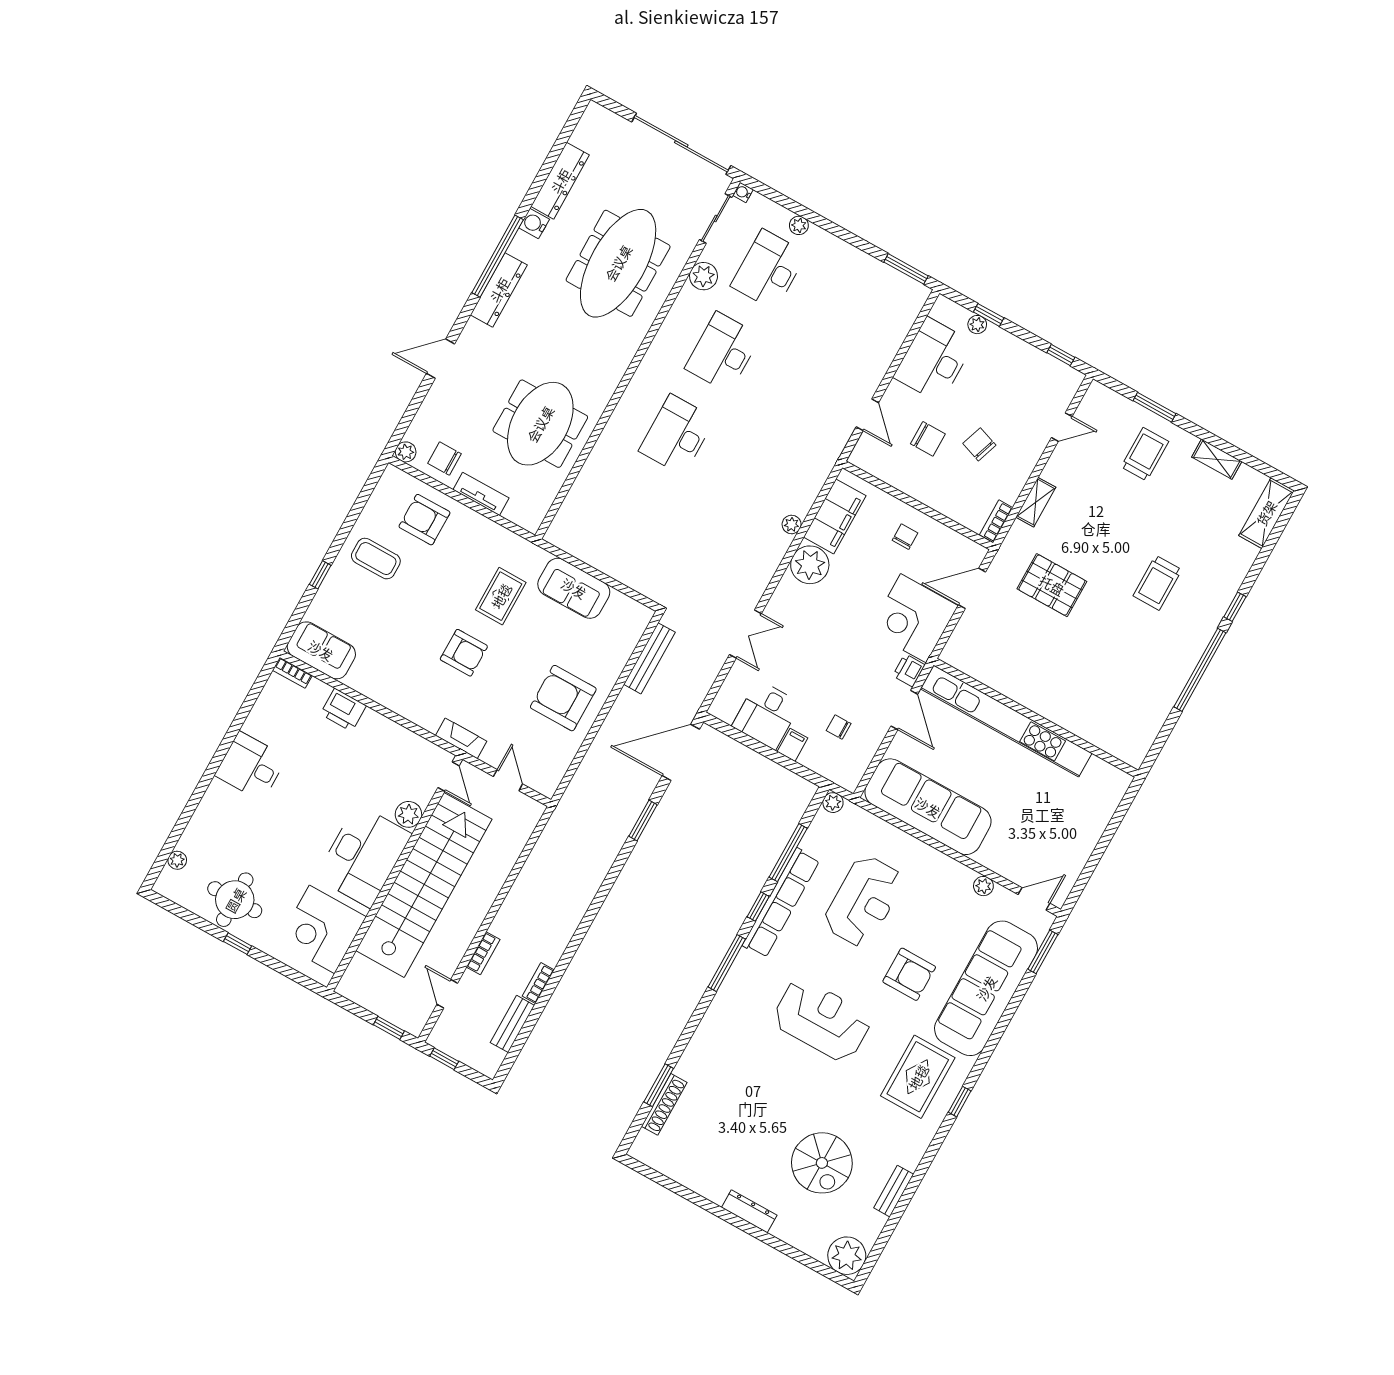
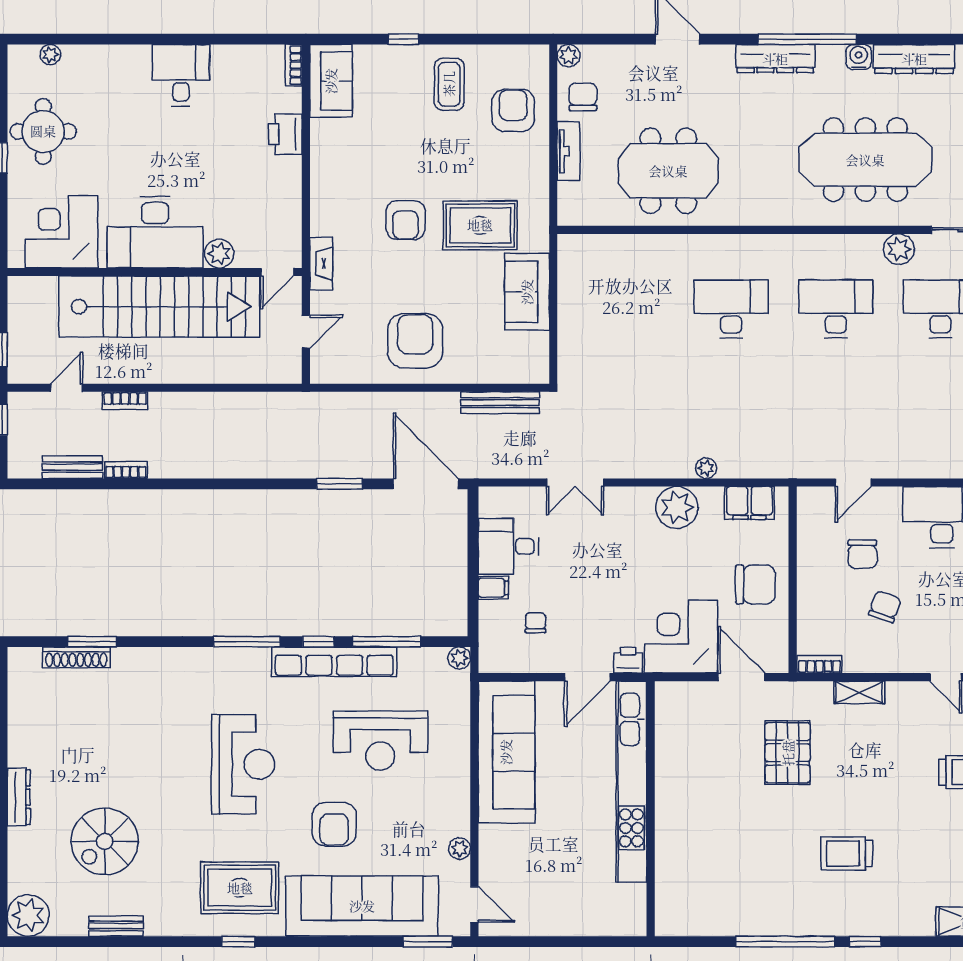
filing cabinet: (835, 516) -> (749, 503), width x0.67, depth x0.86
chair: (905, 537) -> (755, 584), width x1.87, depth x1.87
rug: (501, 596) -> (480, 225), width x1.36, depth x1.43

